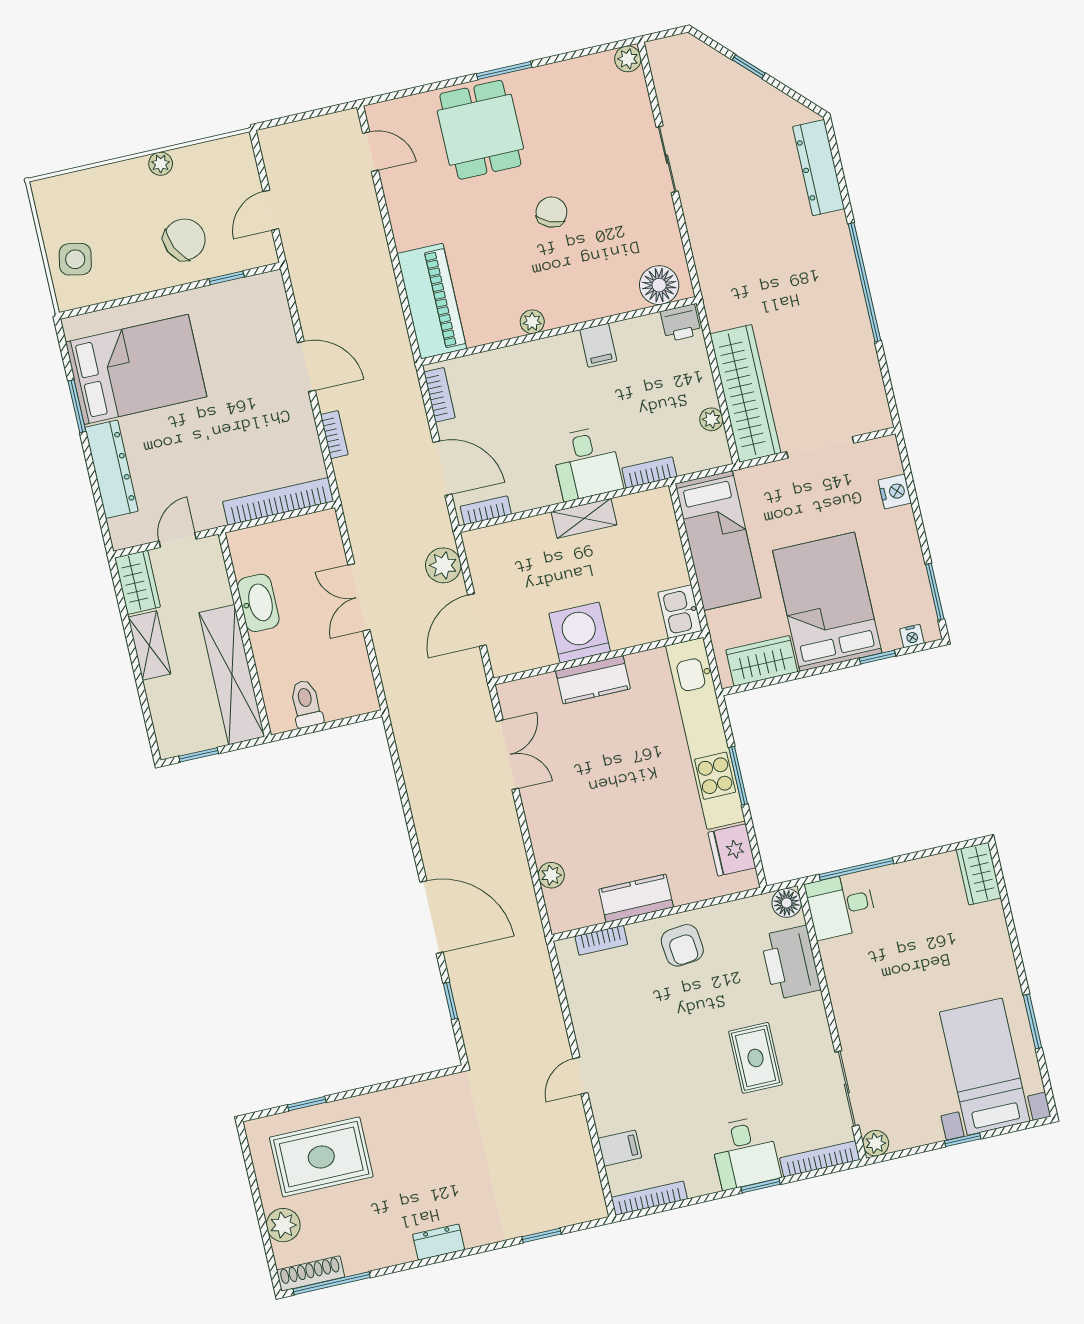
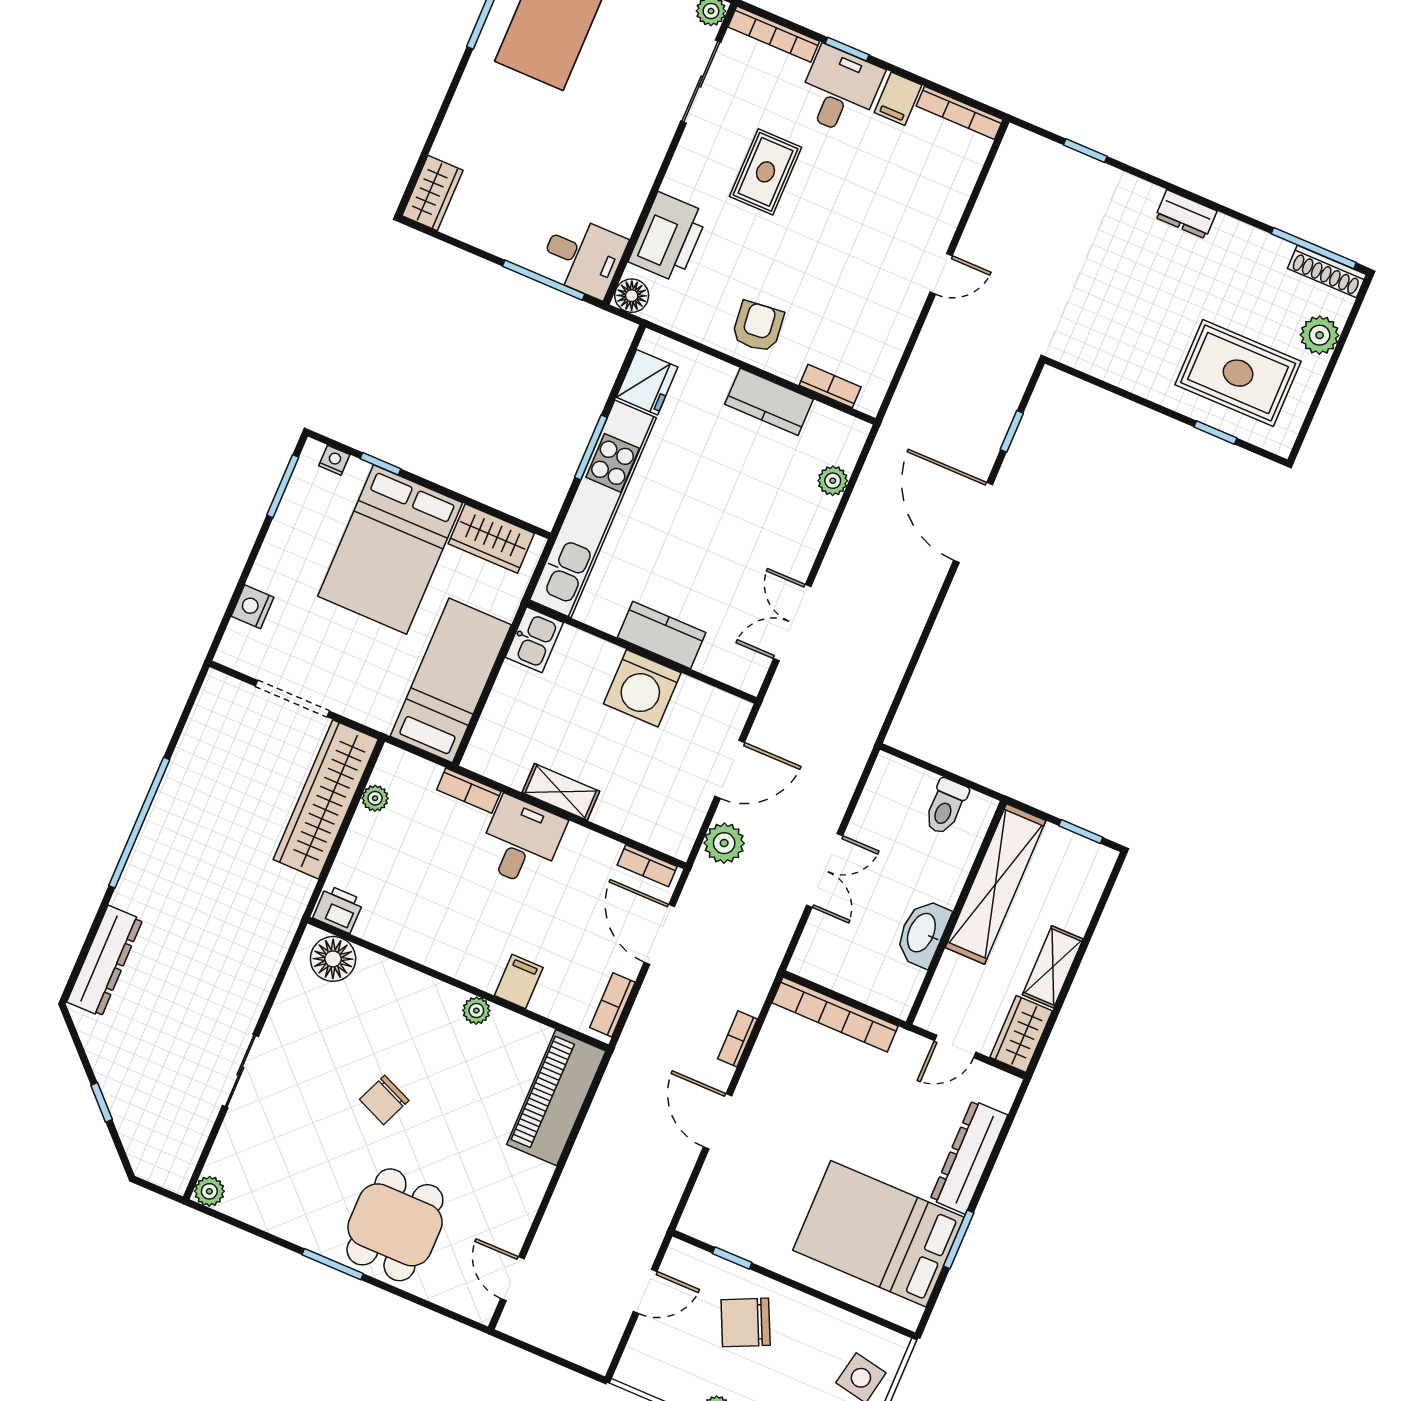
filing cabinet: (598, 345) -> (519, 981), moved
filing cabinet: (620, 1148) -> (898, 99), moved, turned -90

